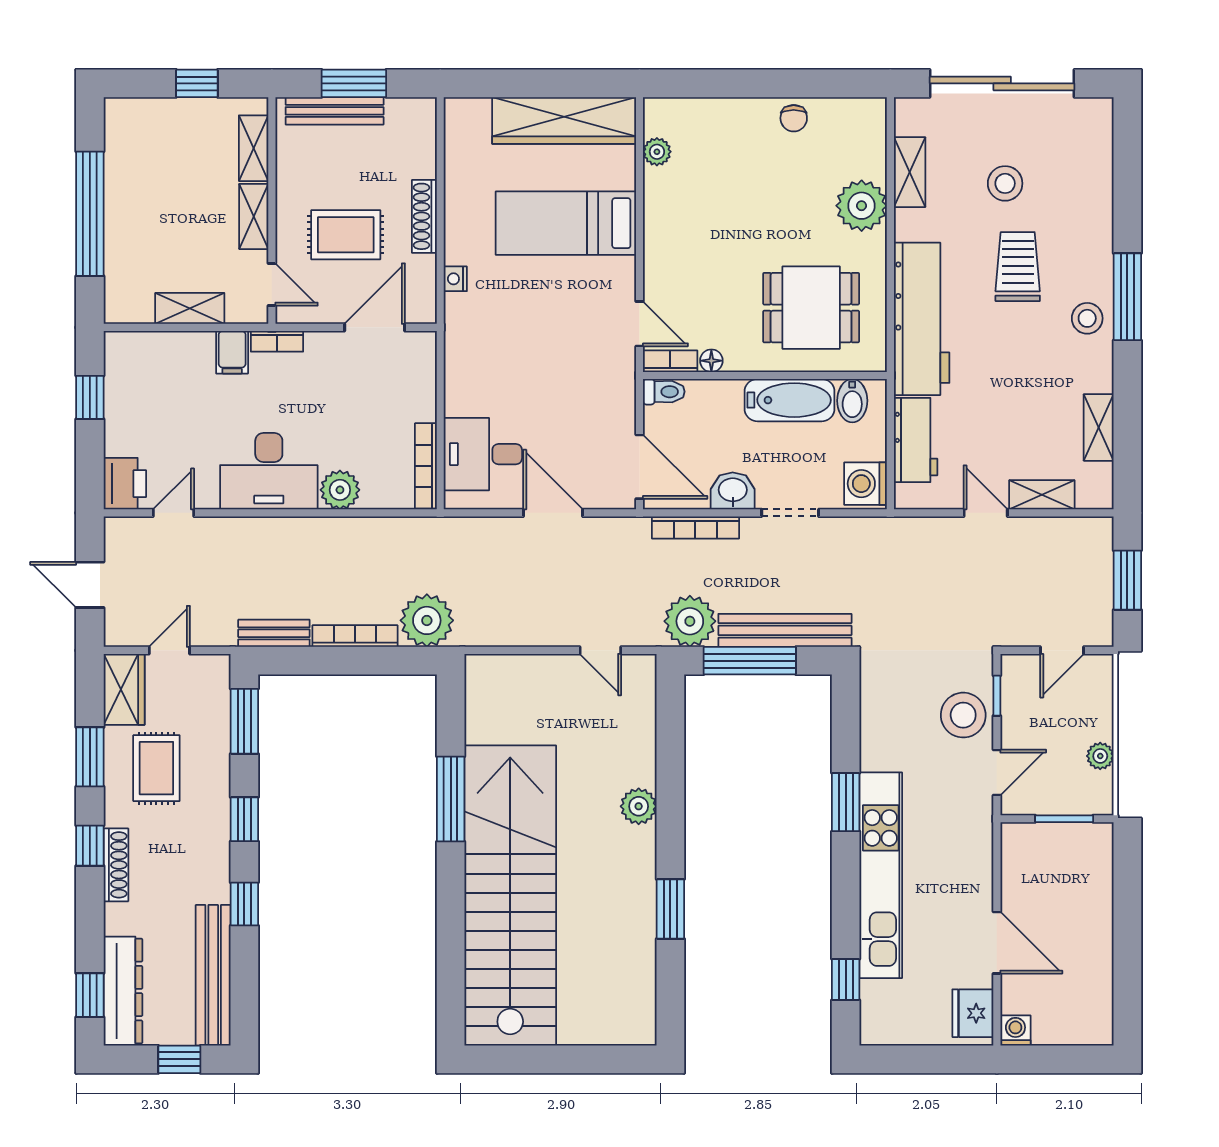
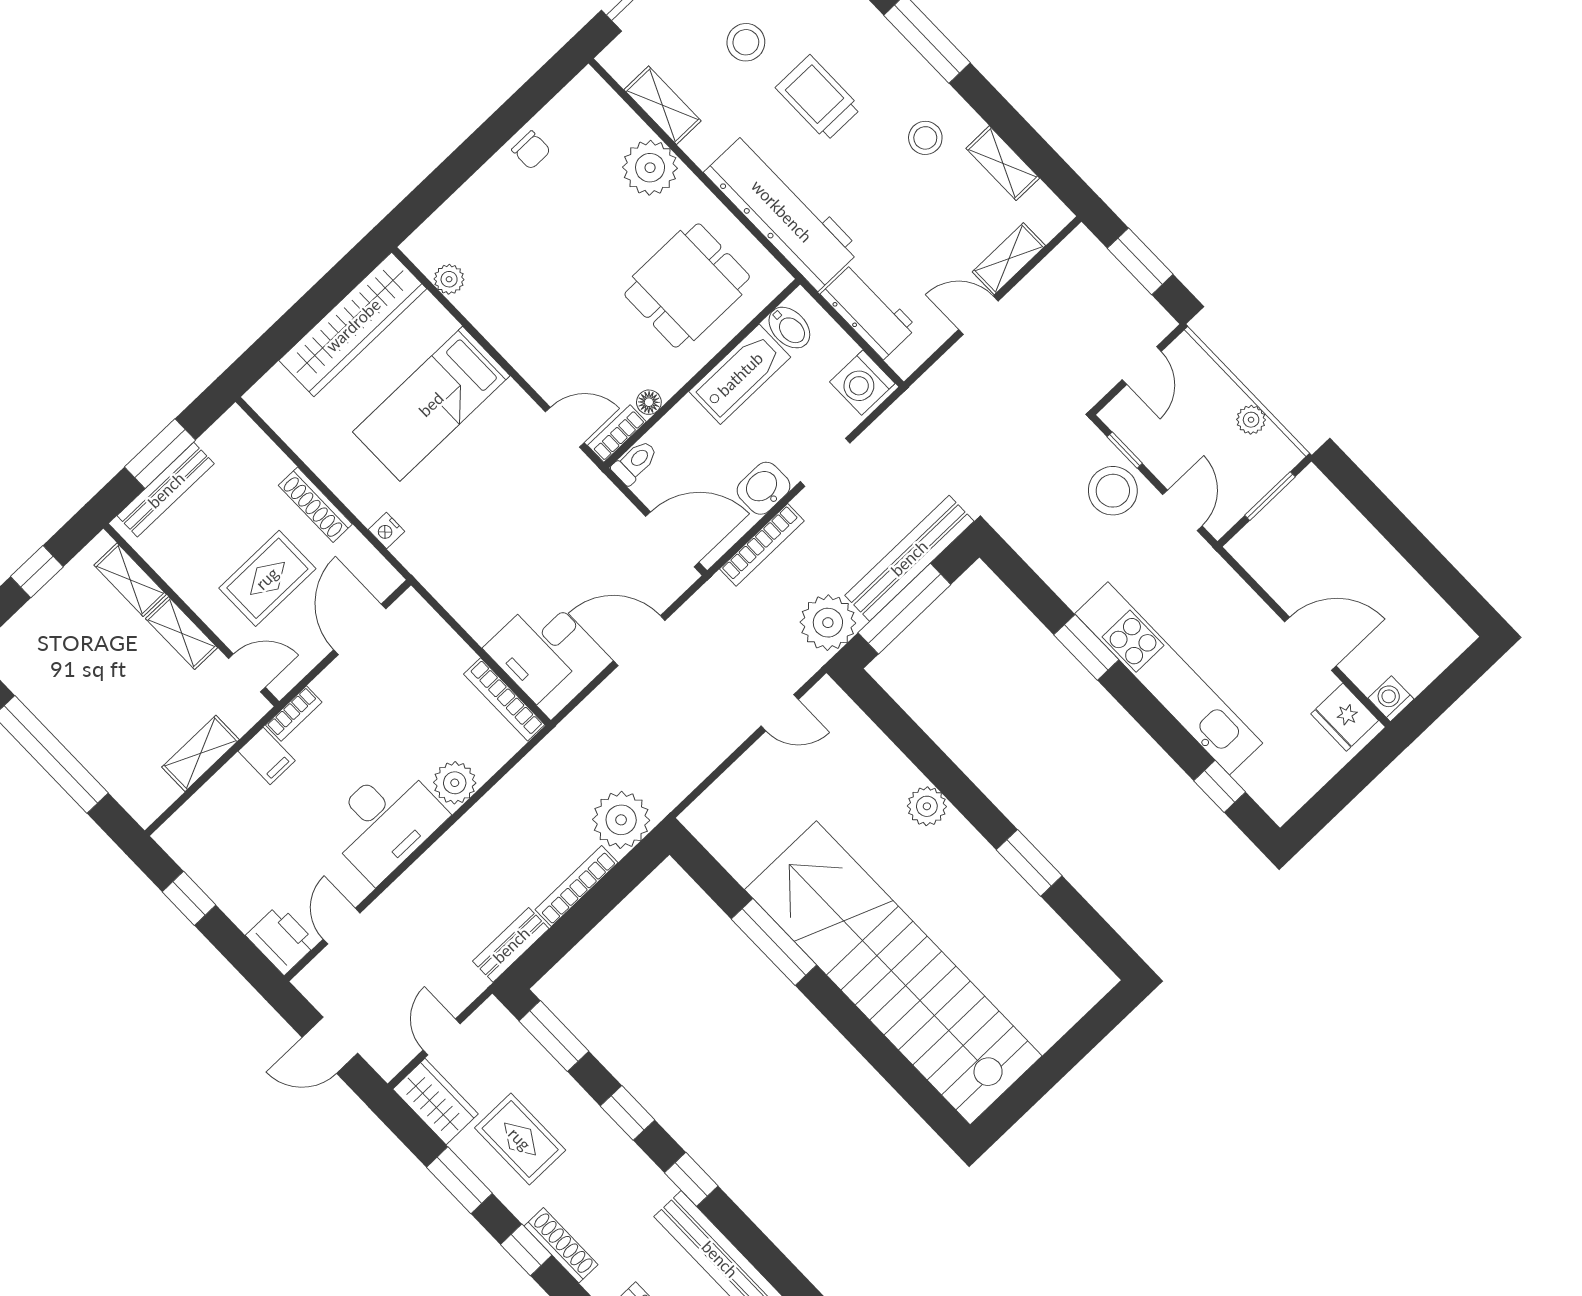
stool: (1087, 318) -> (925, 138), moved

